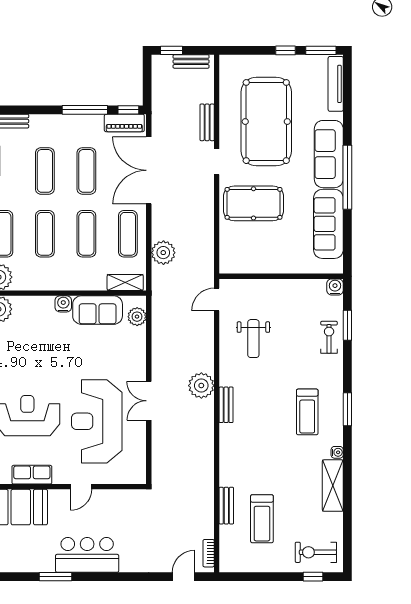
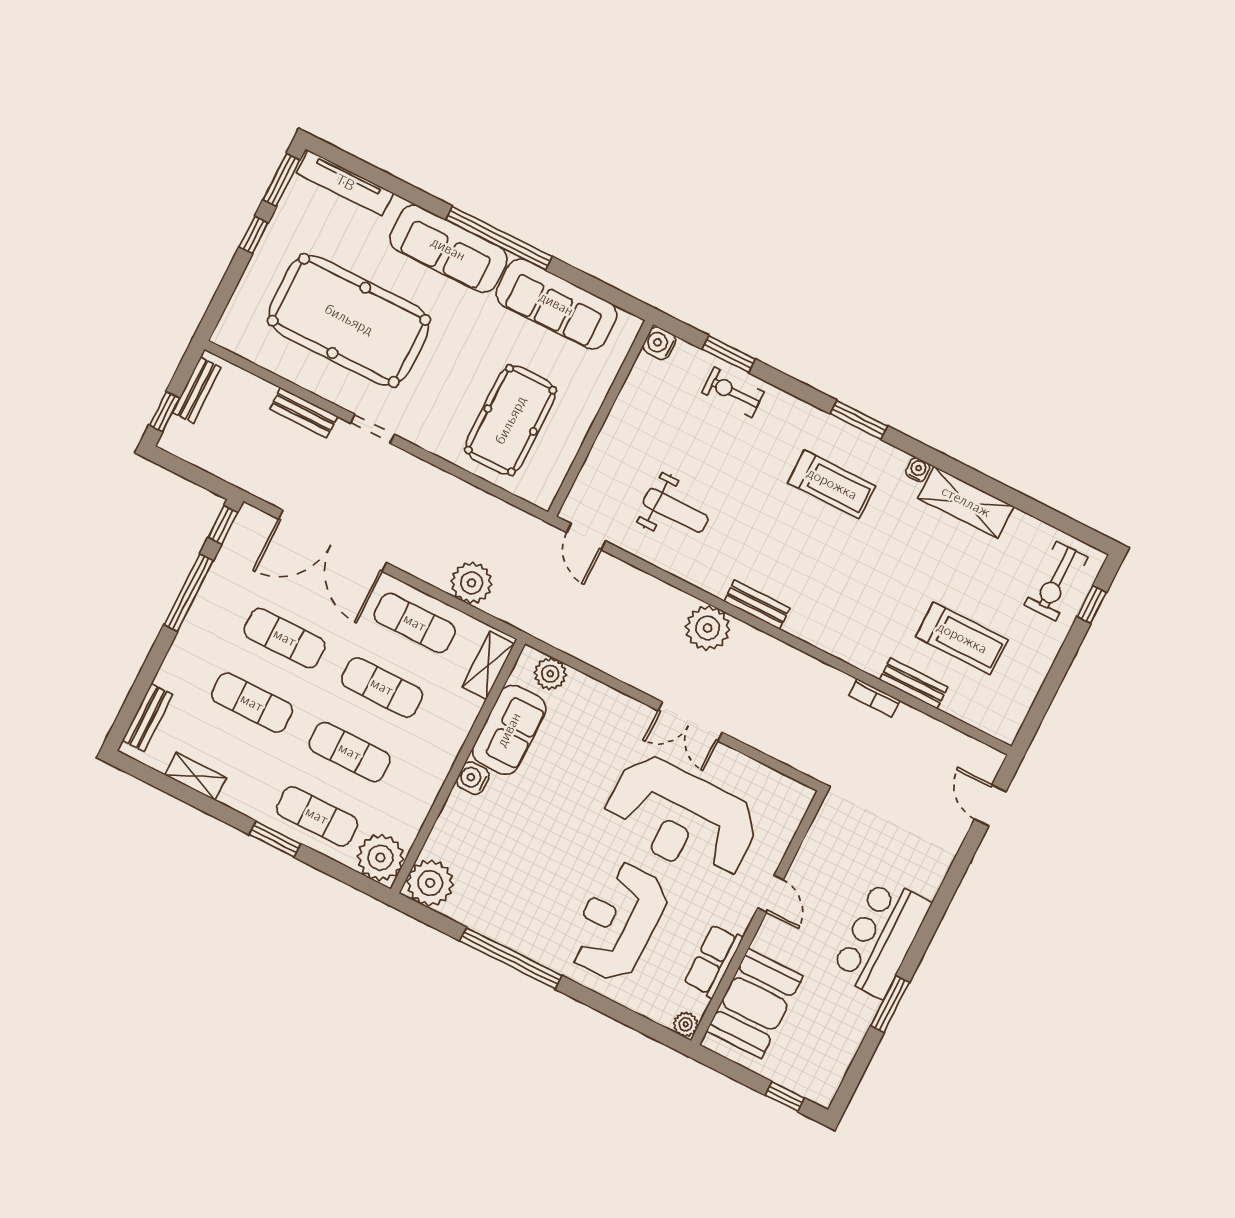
piano: (124, 123) -> (240, 542), removed
pool table: (254, 203) -> (511, 420), moved
bookcase: (209, 553) -> (874, 698), moved

